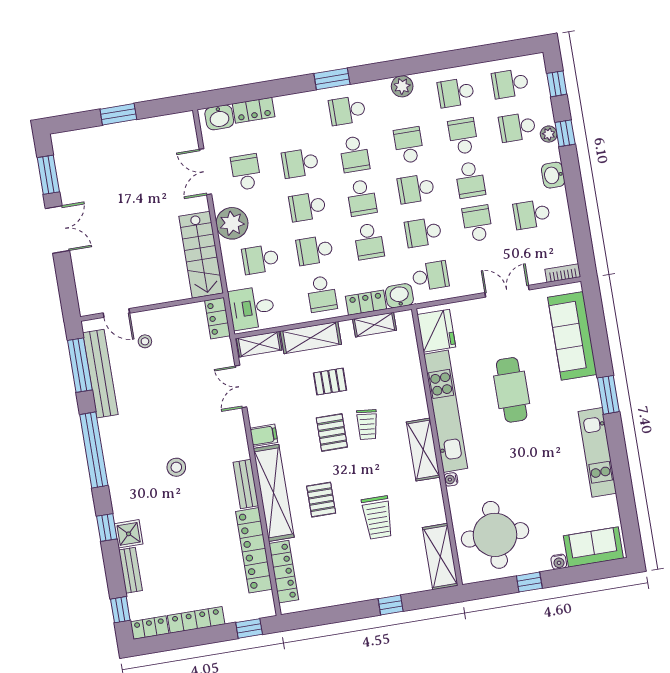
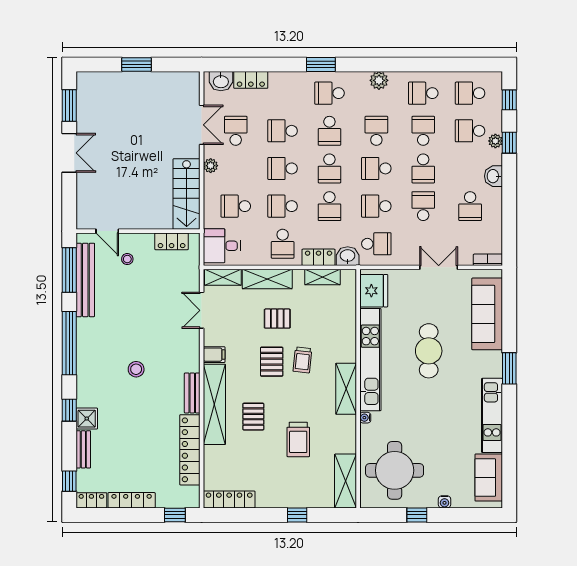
double door: (205, 172) -> (202, 125), swing flipped
school desk: (532, 214) -> (470, 206), turned -90
plant: (232, 223) -> (211, 166), width x0.53, depth x0.53
locker: (217, 318) -> (172, 241), moved, turned -90
sofa: (593, 547) -> (489, 478), moved, turned -90
locker: (284, 572) -> (229, 499), moved, turned -90

